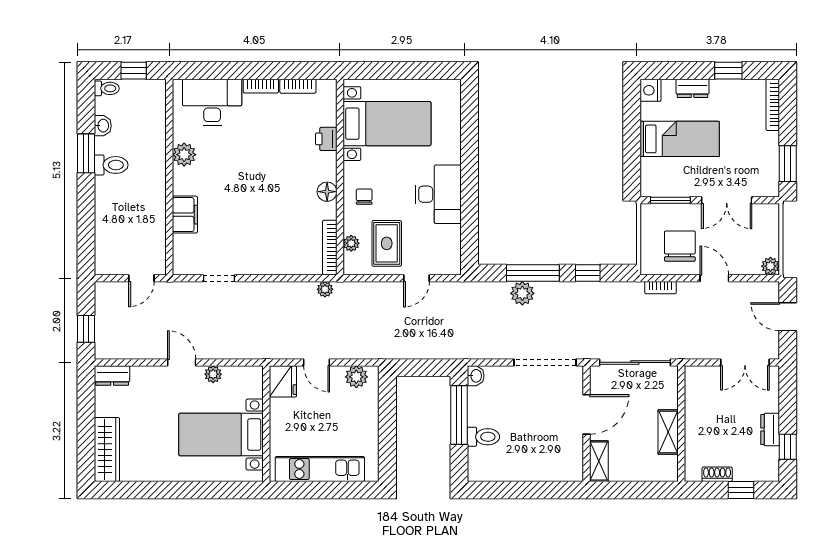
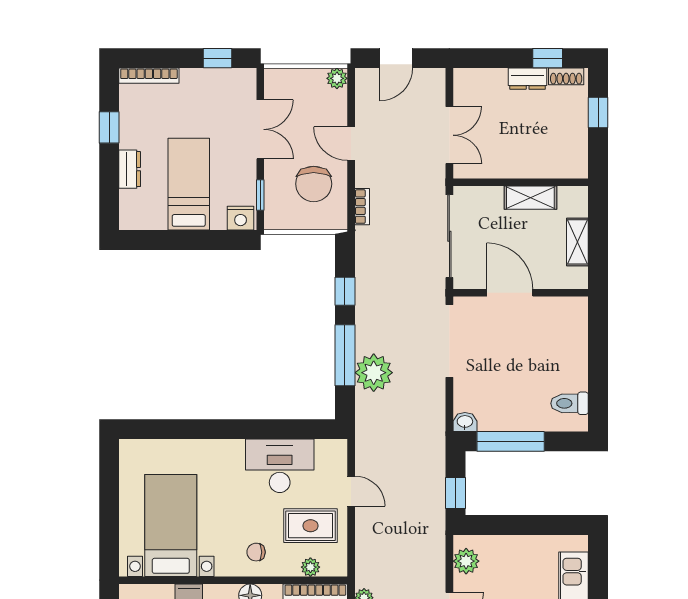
nightstand: (651, 90) -> (241, 218), moved
window: (788, 164) -> (217, 58), width x0.67
desk: (438, 194) -> (280, 466), moved
window: (670, 200) -> (260, 195), width x0.67
chair: (680, 246) -> (314, 184), turned -90
door: (714, 278) -> (351, 144), hinge flipped
plant: (522, 293) -> (374, 373), width x1.36, depth x1.36
double door: (745, 362) -> (449, 135), moved
window: (415, 368) -> (456, 493), added
toilet: (483, 437) -> (570, 403), moved, turned -90
shelving: (599, 461) -> (577, 242), moved, turned 90
shoe rack: (717, 474) -> (566, 76), moved, turned -90

